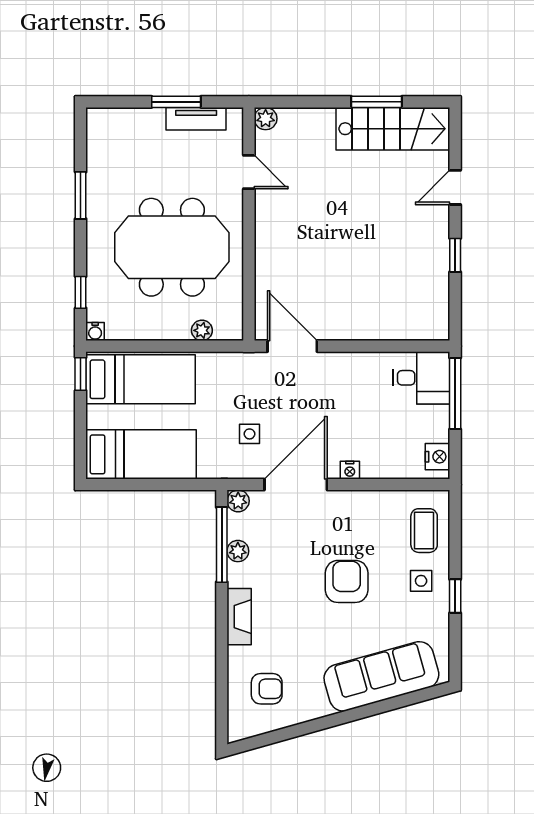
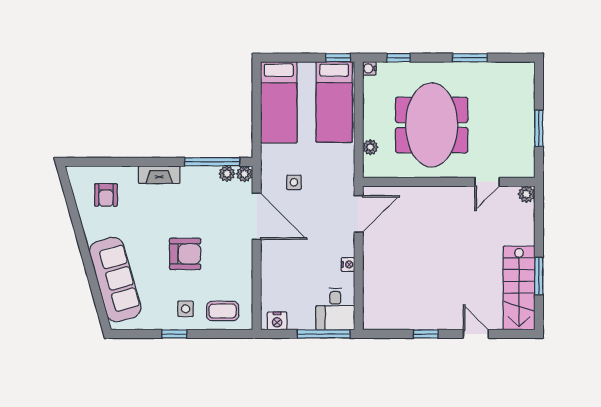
tv unit: (196, 119) -> (526, 143), removed
nightstand: (350, 470) -> (348, 264), moved, turned 180
plant: (238, 551) -> (227, 174), moved

